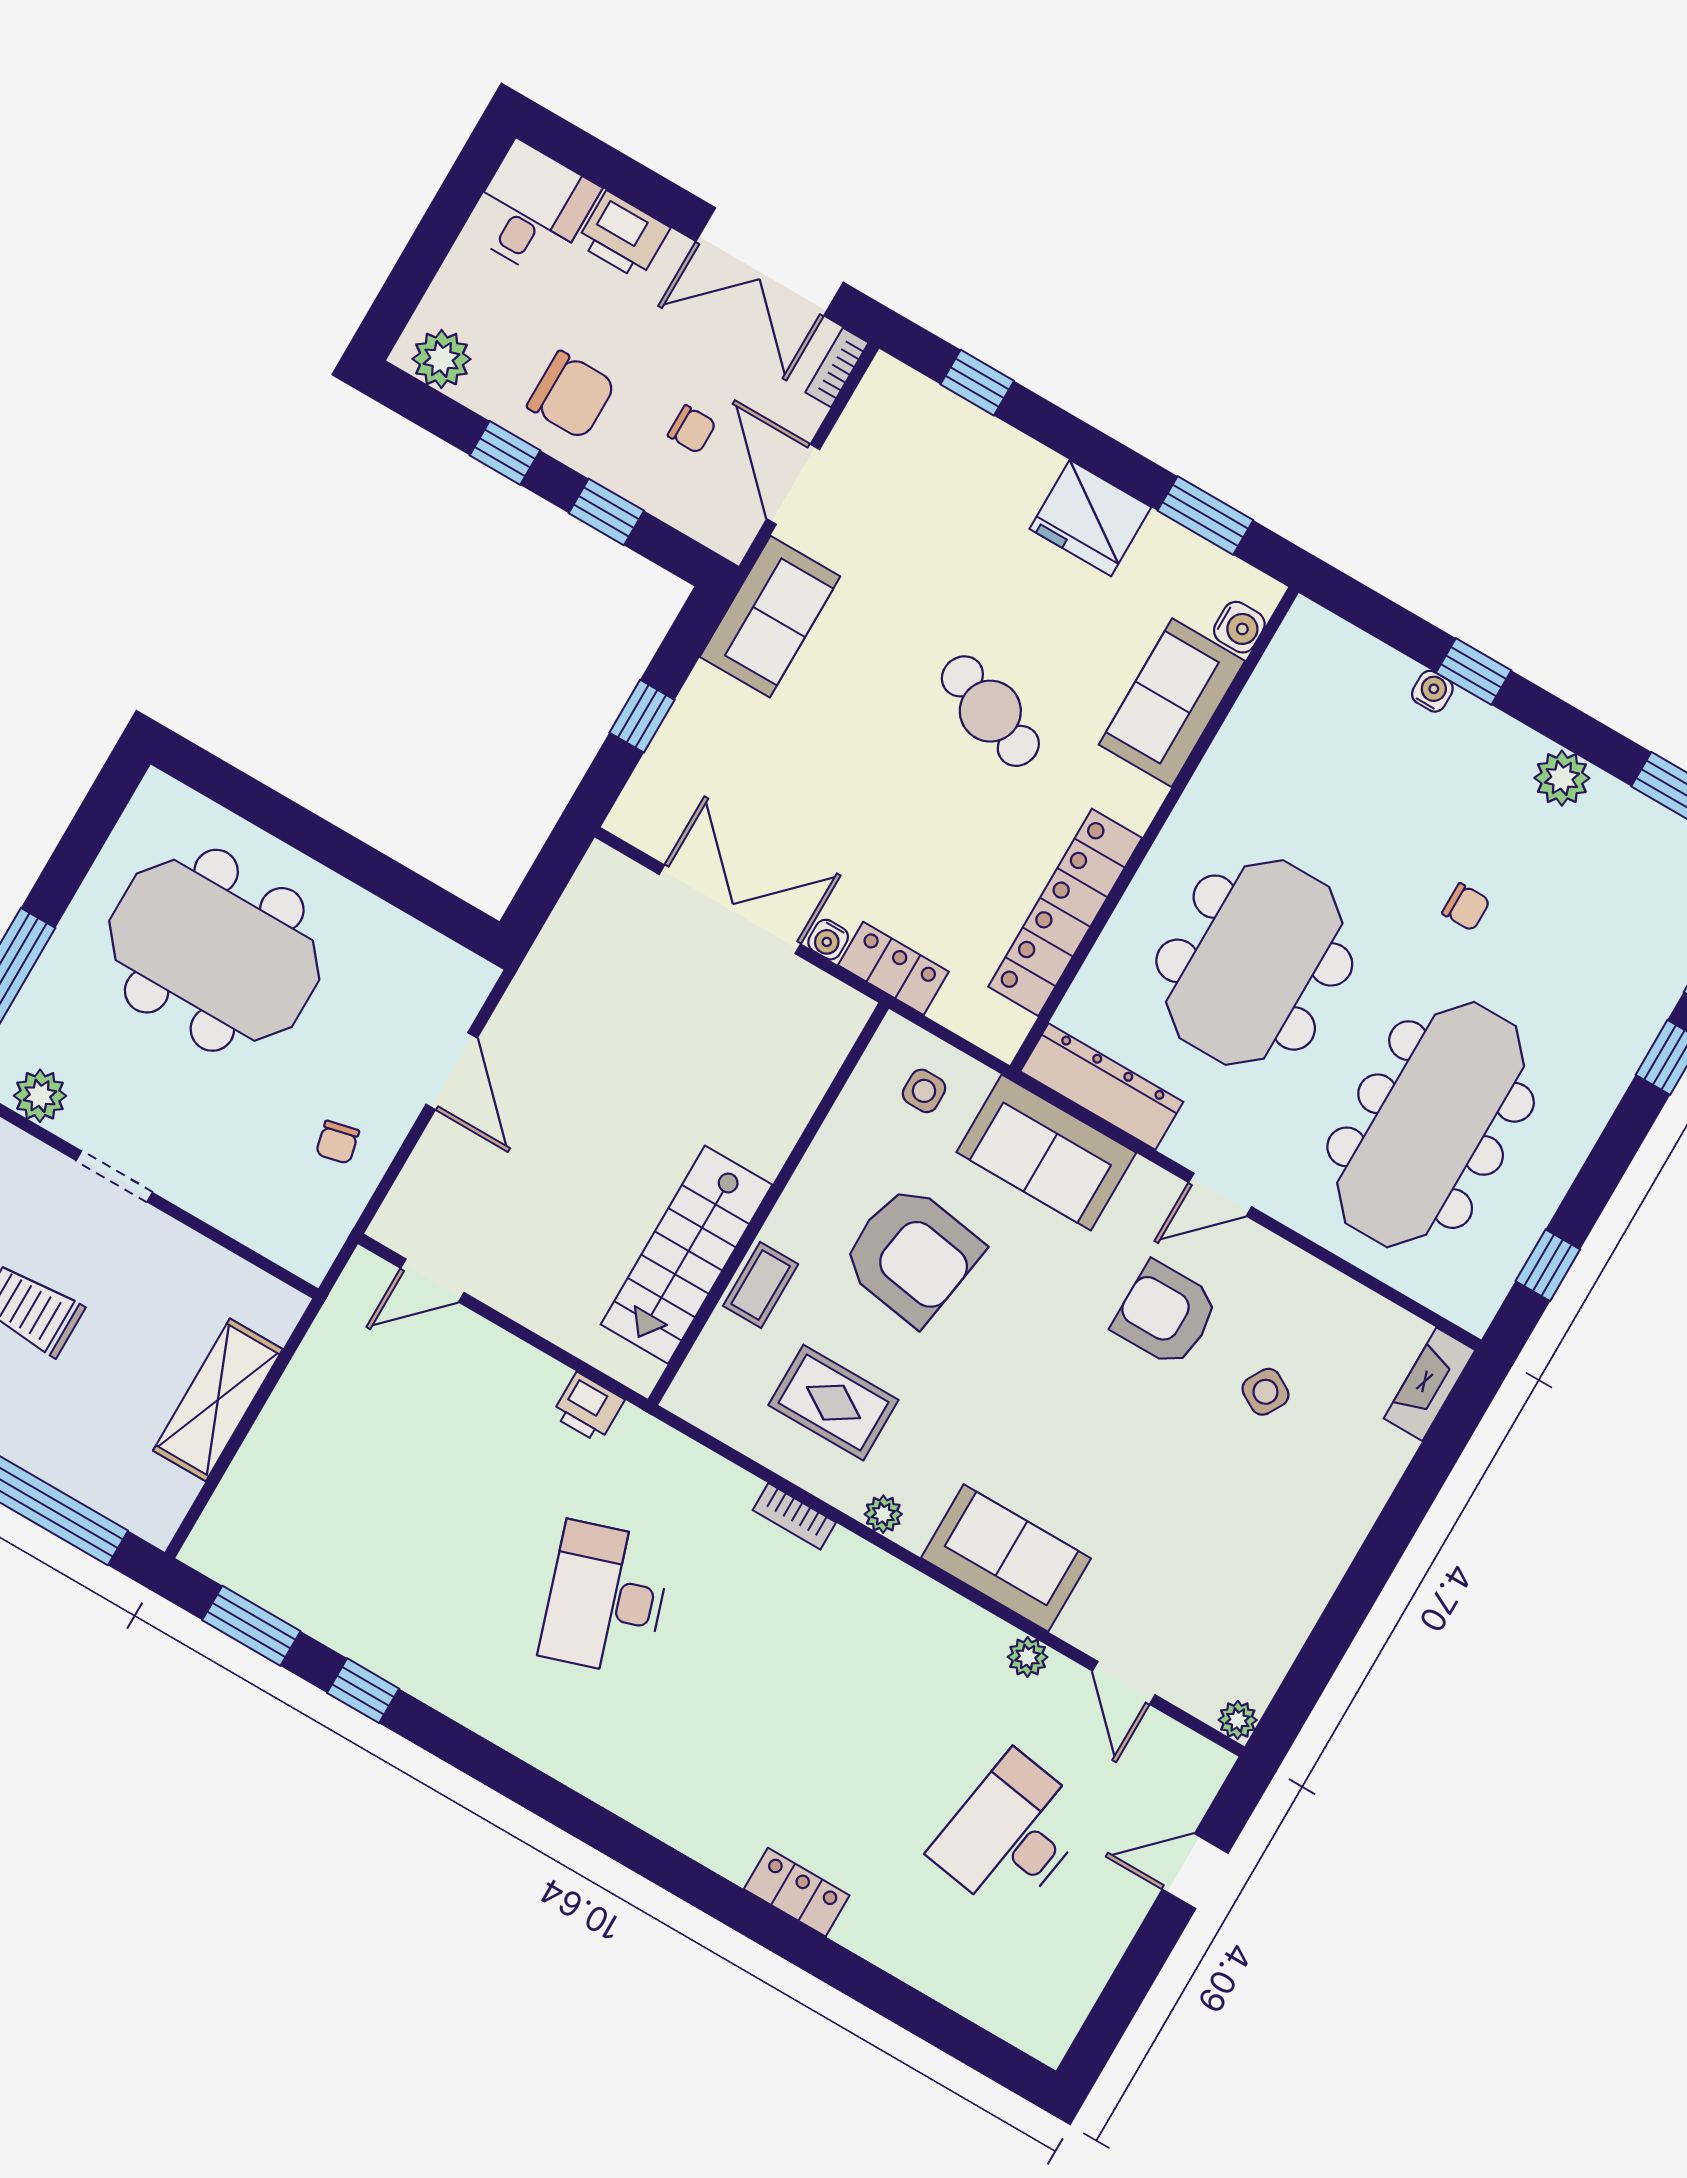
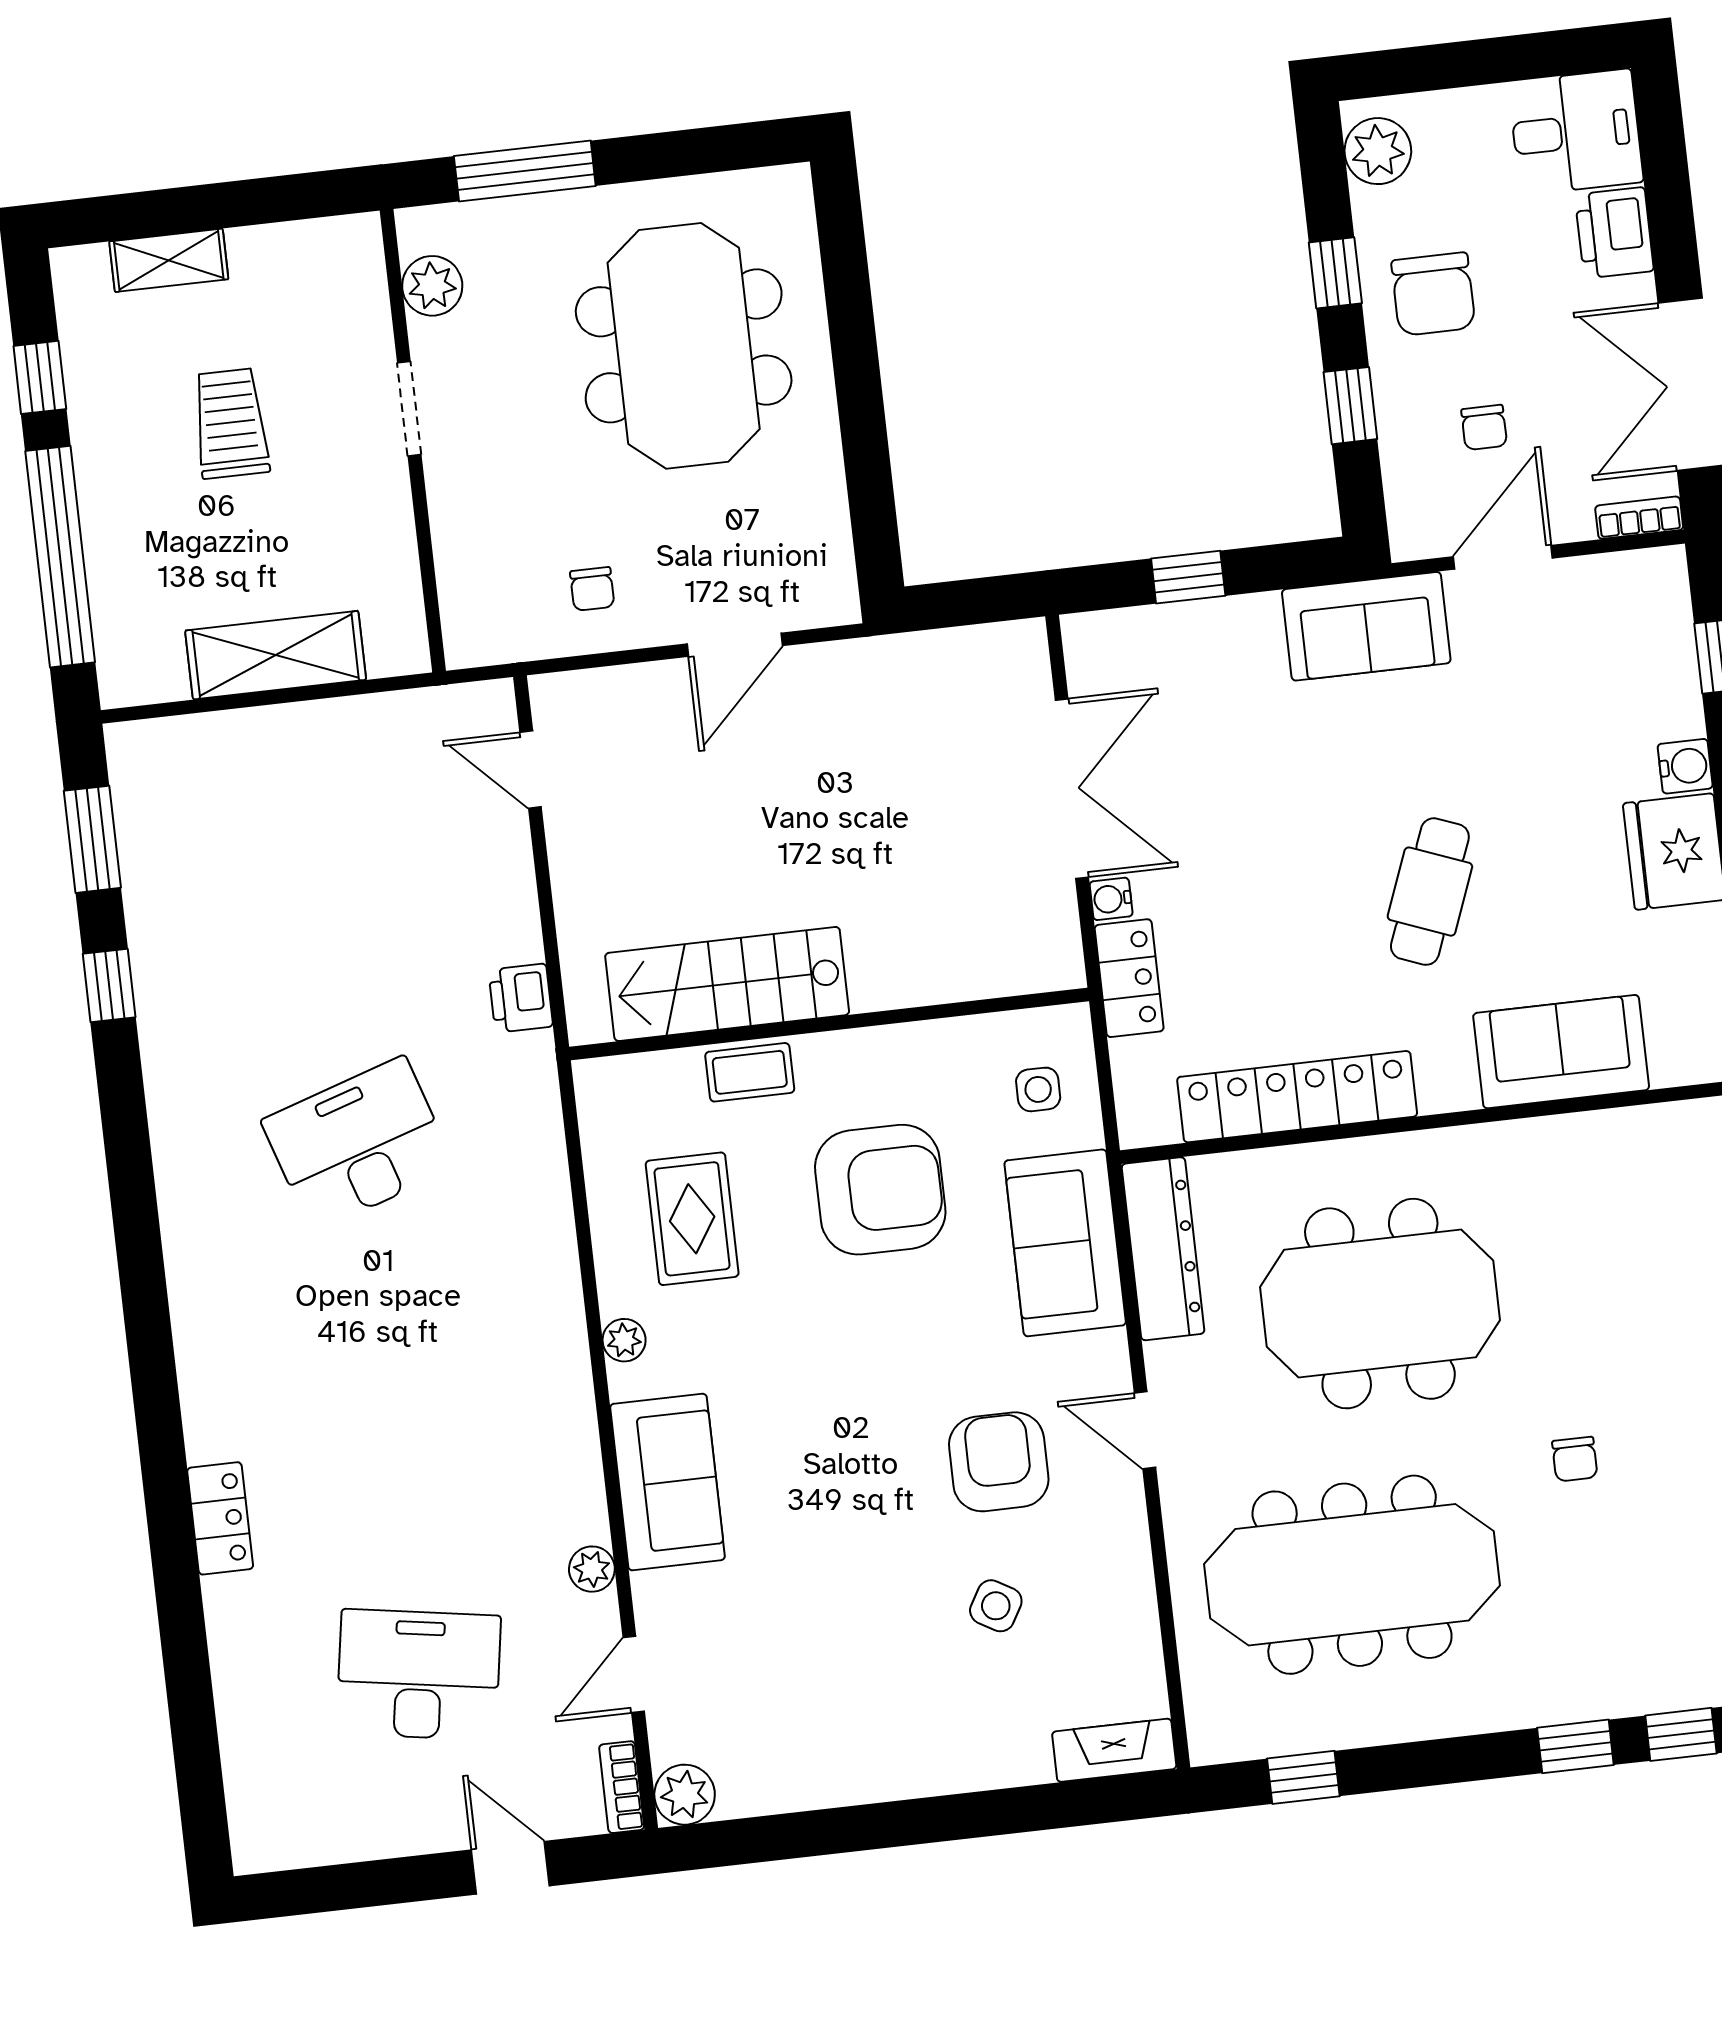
water cooler: (1239, 627) -> (1685, 766), moved, turned -90
chair: (337, 1142) -> (592, 589), turned -77
armchair: (912, 1255) -> (880, 1190), turned -99
bookcase: (794, 1516) -> (622, 1787), moved
plant: (1238, 1720) -> (685, 1795), width x1.38, depth x1.38

